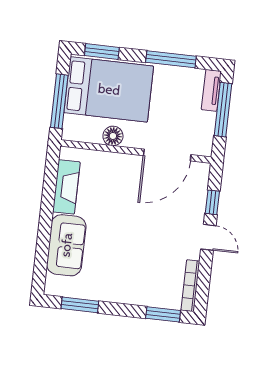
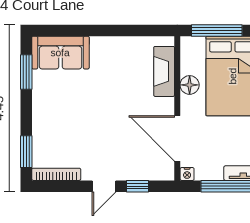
nightstand: (206, 149) -> (187, 174), added
fireplace: (66, 187) -> (164, 71), moved, turned 90
sofa: (66, 245) -> (60, 53), moved

